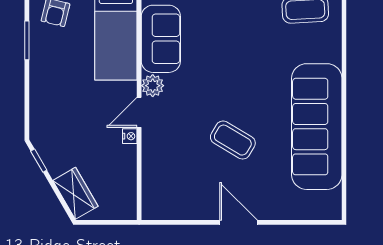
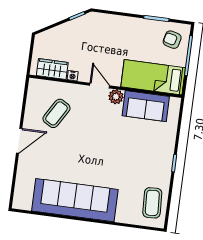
nightstand: (130, 136) -> (73, 76), moved
coffee table: (233, 140) -> (57, 113), moved
wardrobe: (75, 193) -> (52, 69), moved, turned -150

